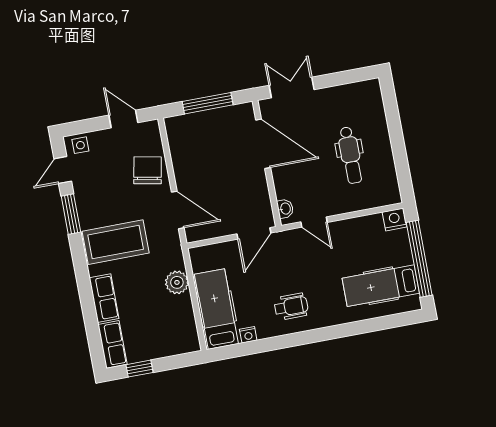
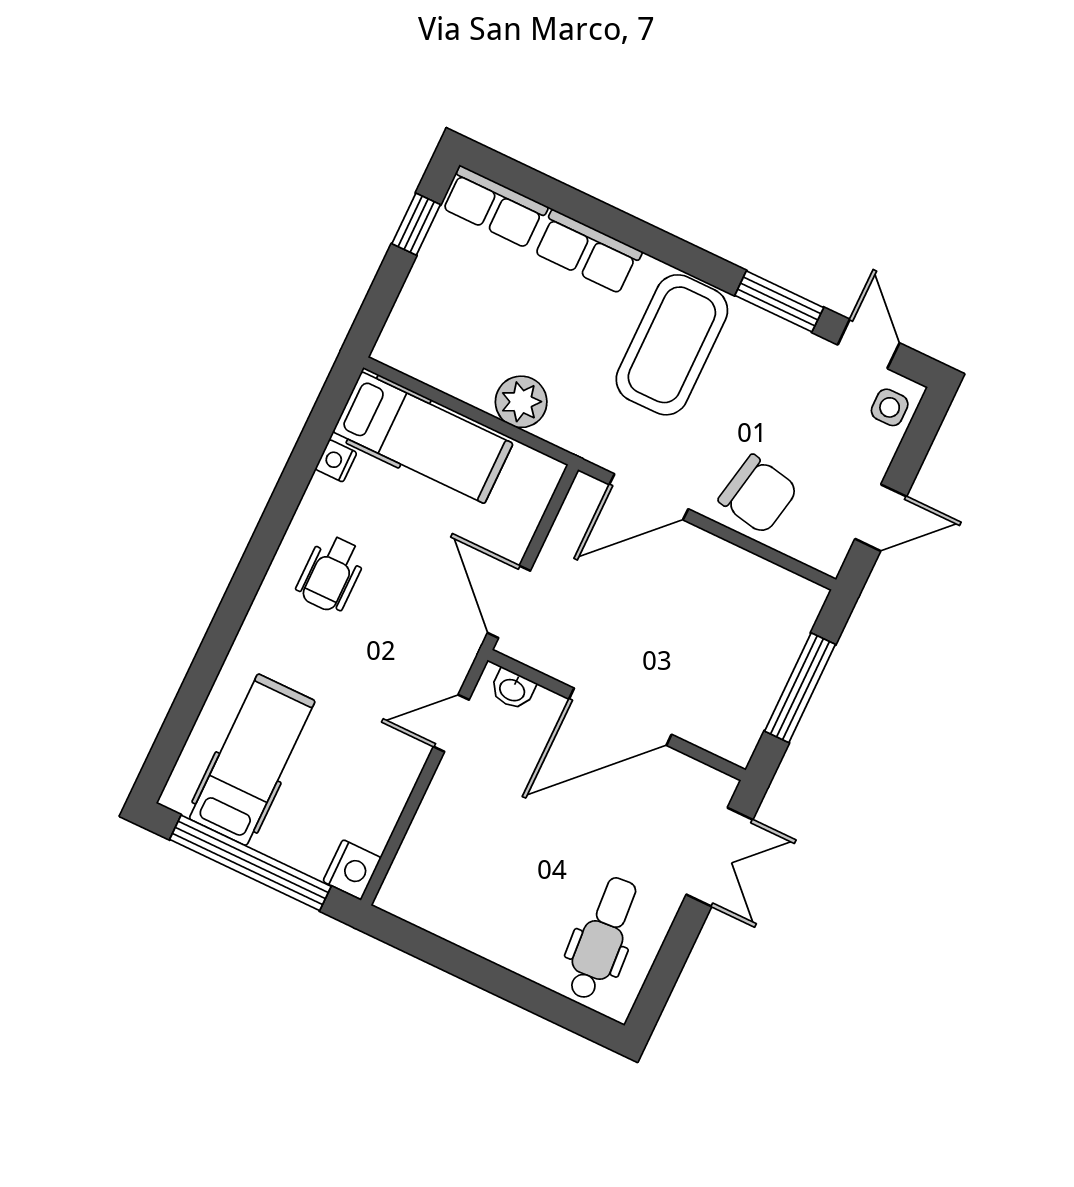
door: (263, 144) -> (620, 717), moved
dental chair: (350, 155) -> (602, 938), moved, turned 86

